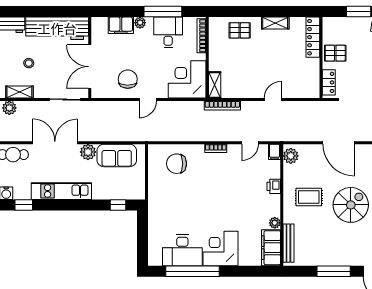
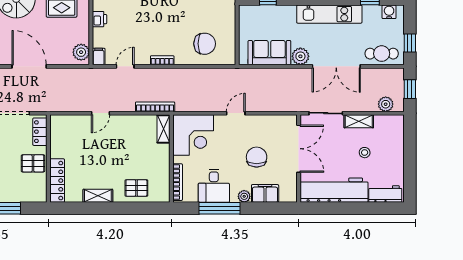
chair: (128, 79) -> (257, 157), moved, turned 180
shelving: (19, 92) -> (359, 121), moved

